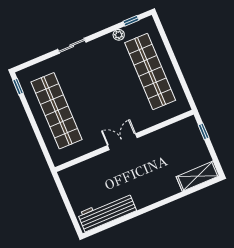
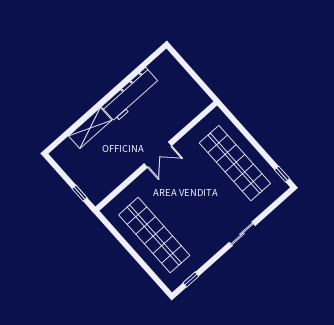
plant: (119, 35) -> (199, 261), removed
shelving: (198, 176) -> (90, 128), moved
workbench: (107, 212) -> (131, 95), moved

